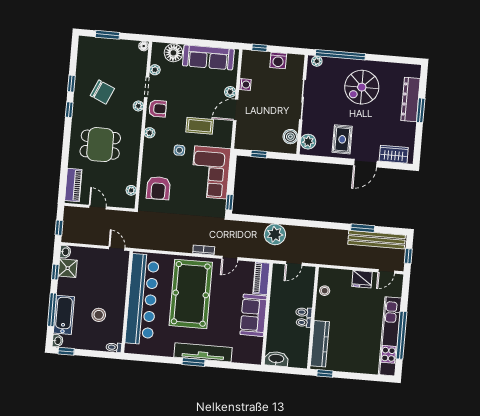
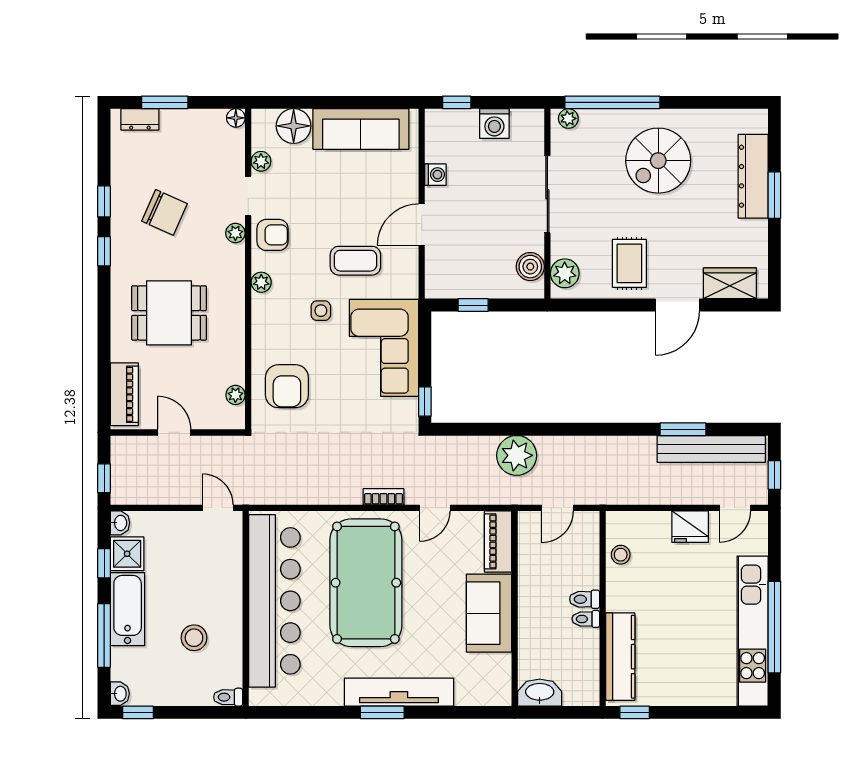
dresser: (94, 42) -> (140, 119), added
plant: (230, 92) -> (408, 191), removed
bathtub: (64, 315) -> (128, 609), moved

